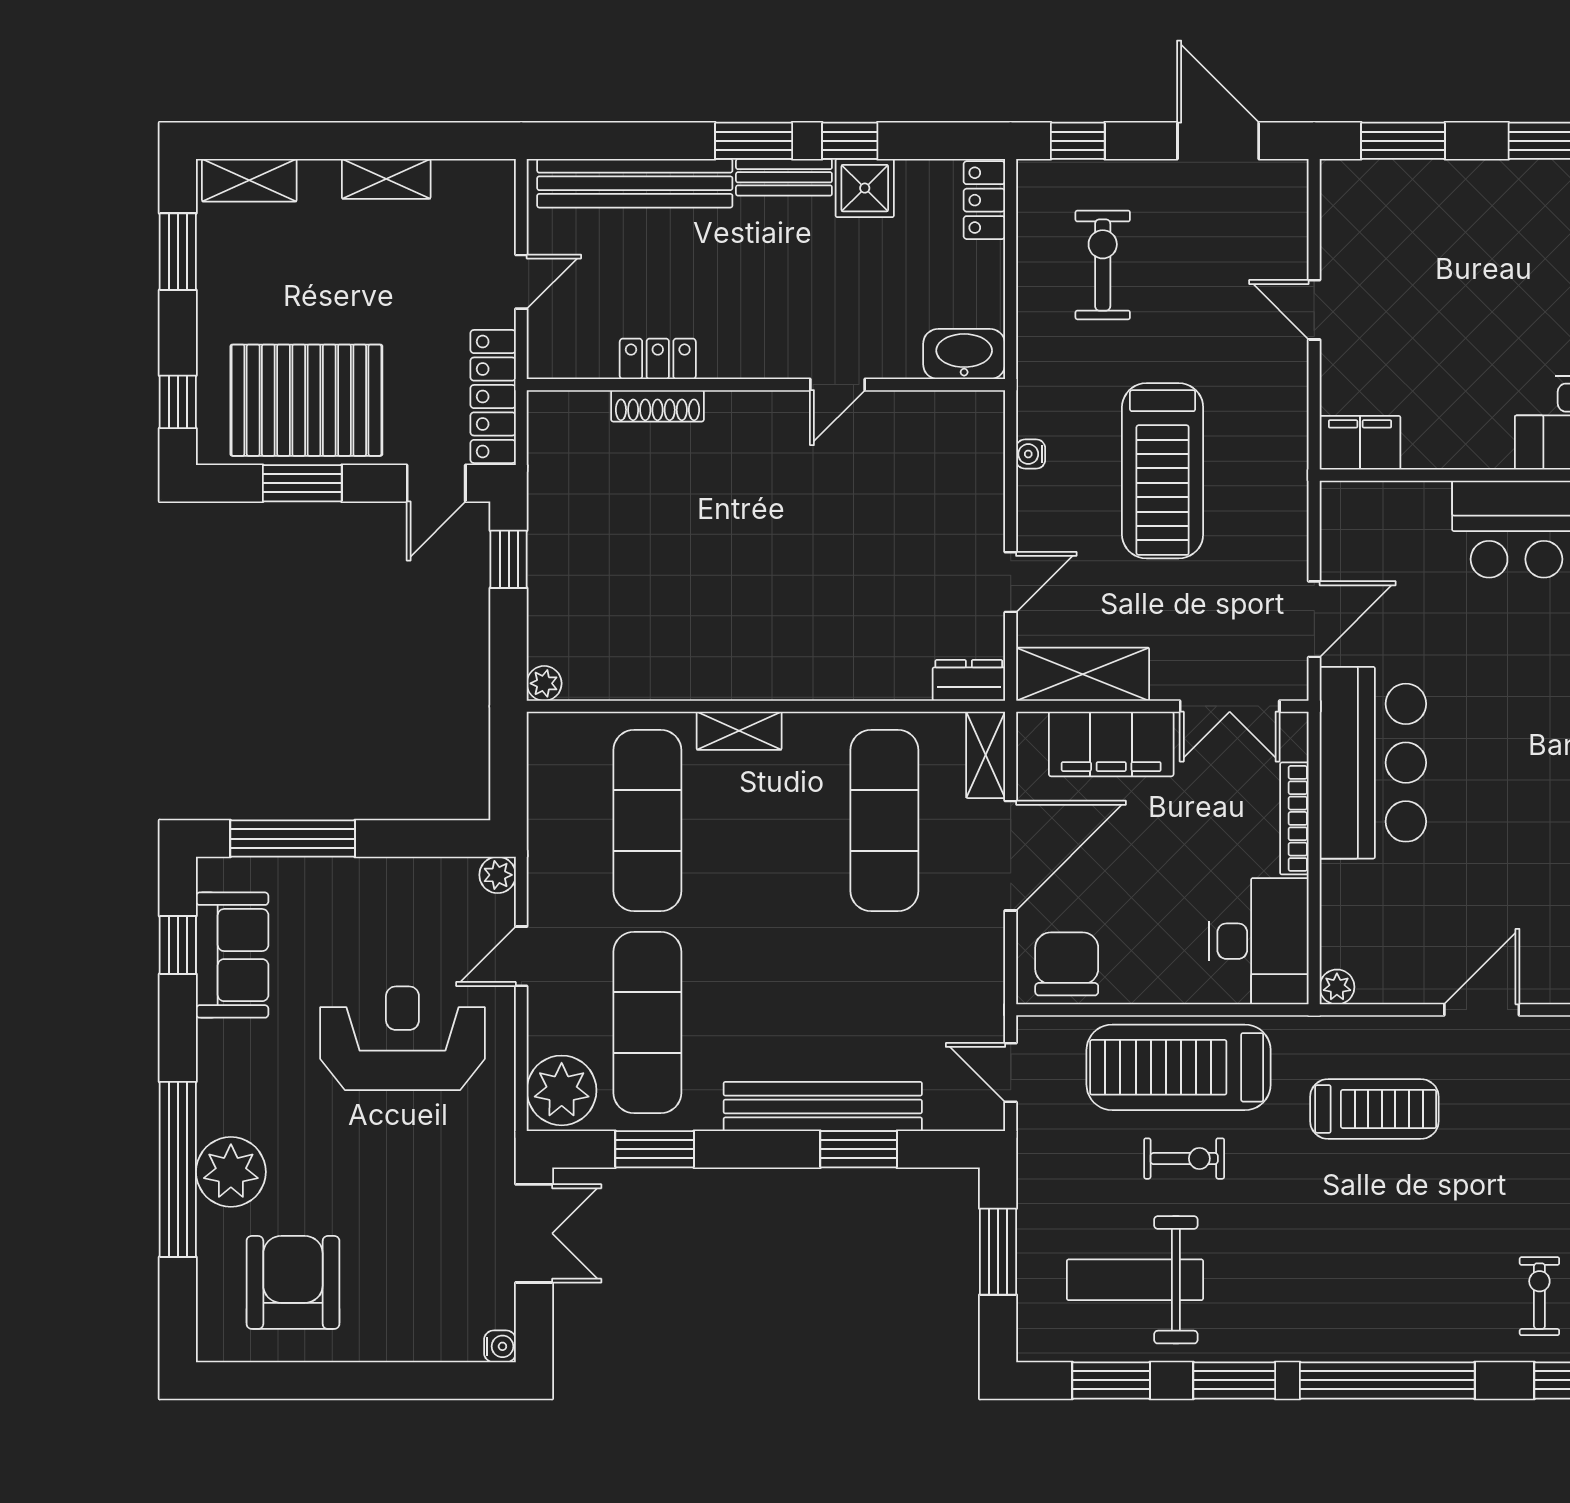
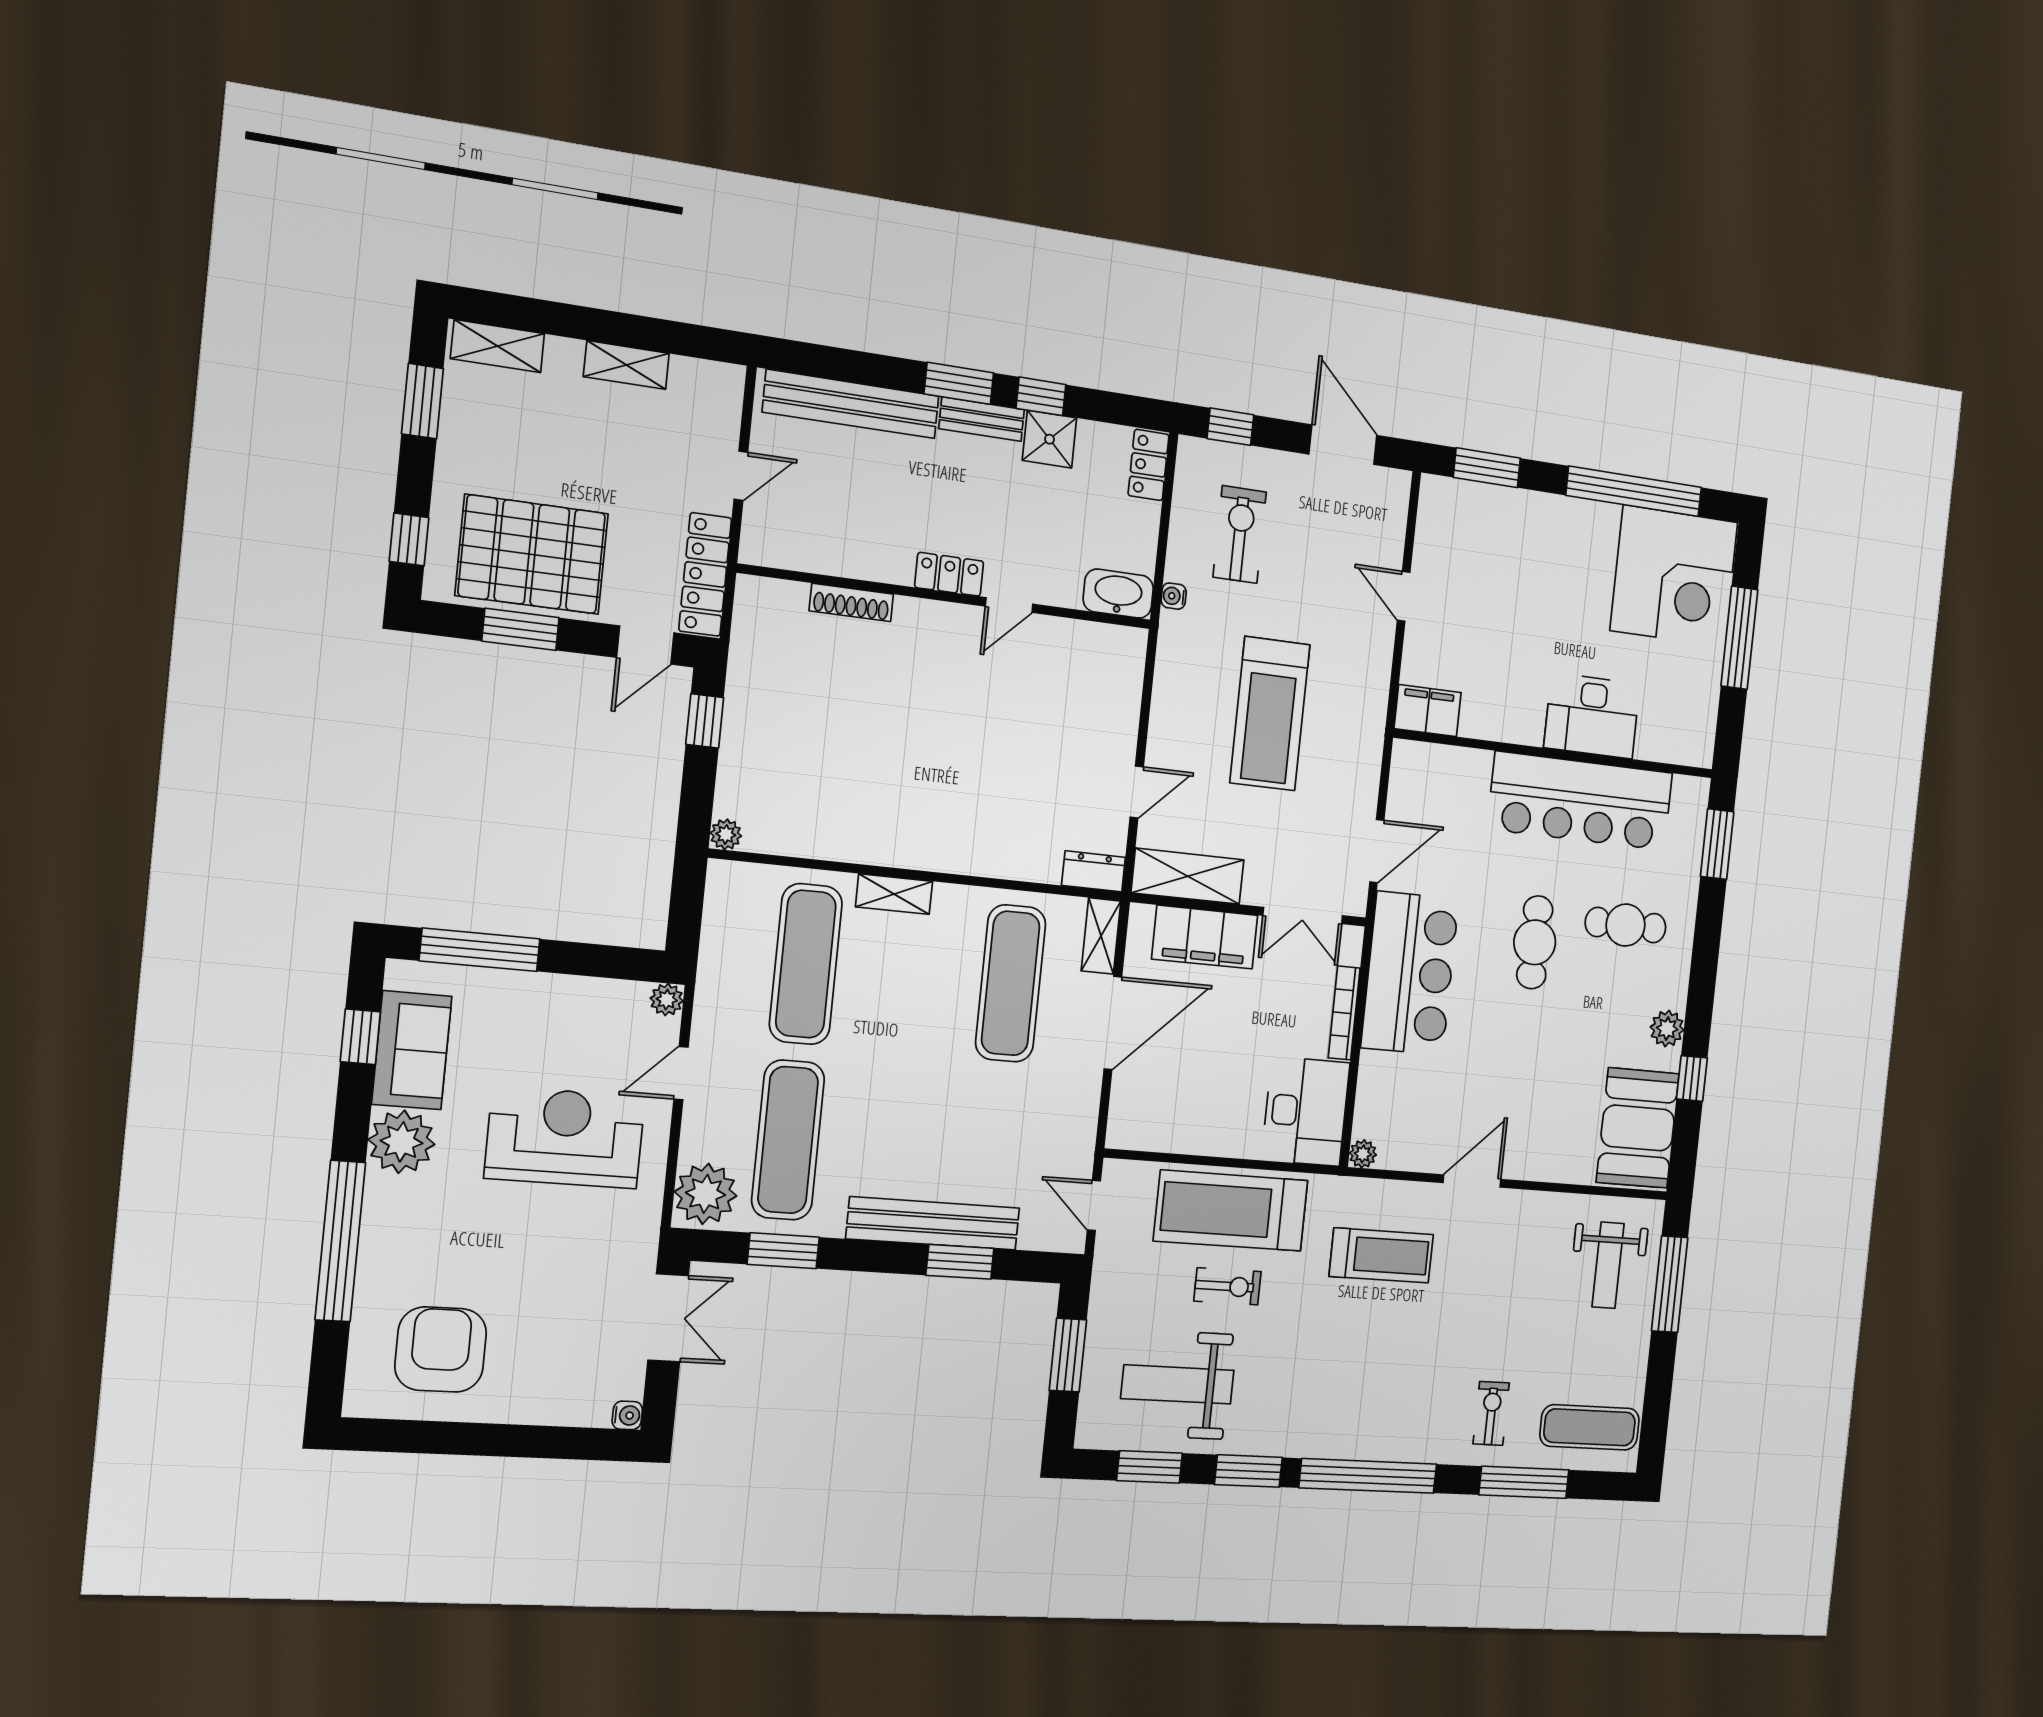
locker: (658, 359) -> (949, 574), moved
water cooler: (1031, 454) -> (1174, 596), moved
cafe table: (1531, 709) -> (1535, 942), added
chair: (1067, 964) -> (1149, 1118), removed
plant: (231, 1172) -> (402, 1142), moved

